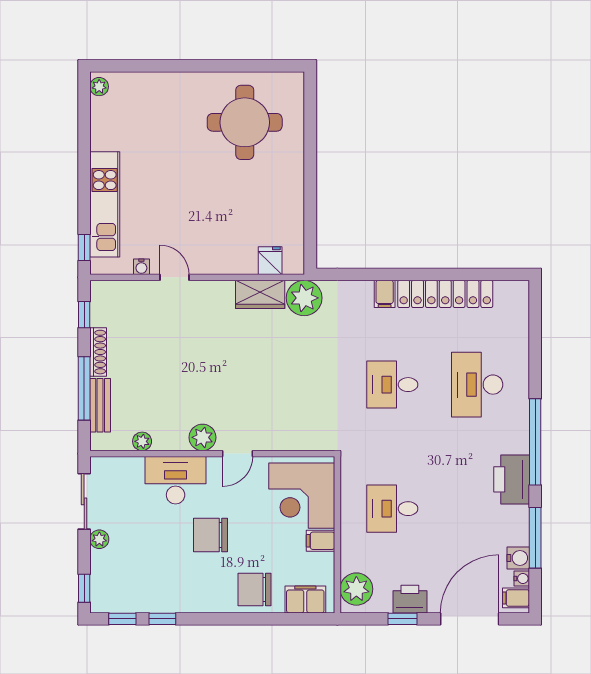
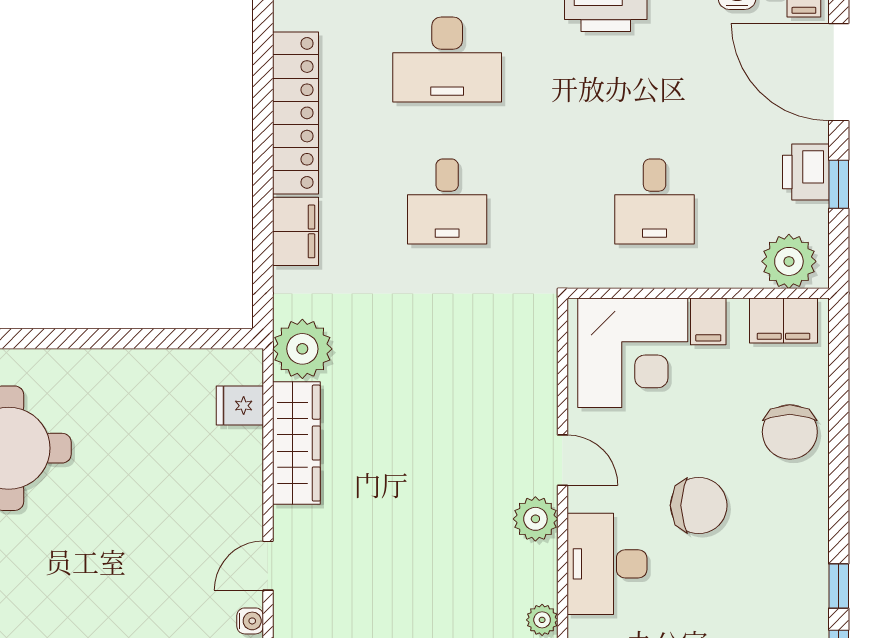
wardrobe: (260, 294) -> (296, 443), width x1.50
filing cabinet: (385, 294) -> (295, 231), width x2.00
chair: (210, 535) -> (699, 505), turned -90
filing cabinet: (305, 599) -> (783, 321), moved, turned -90

